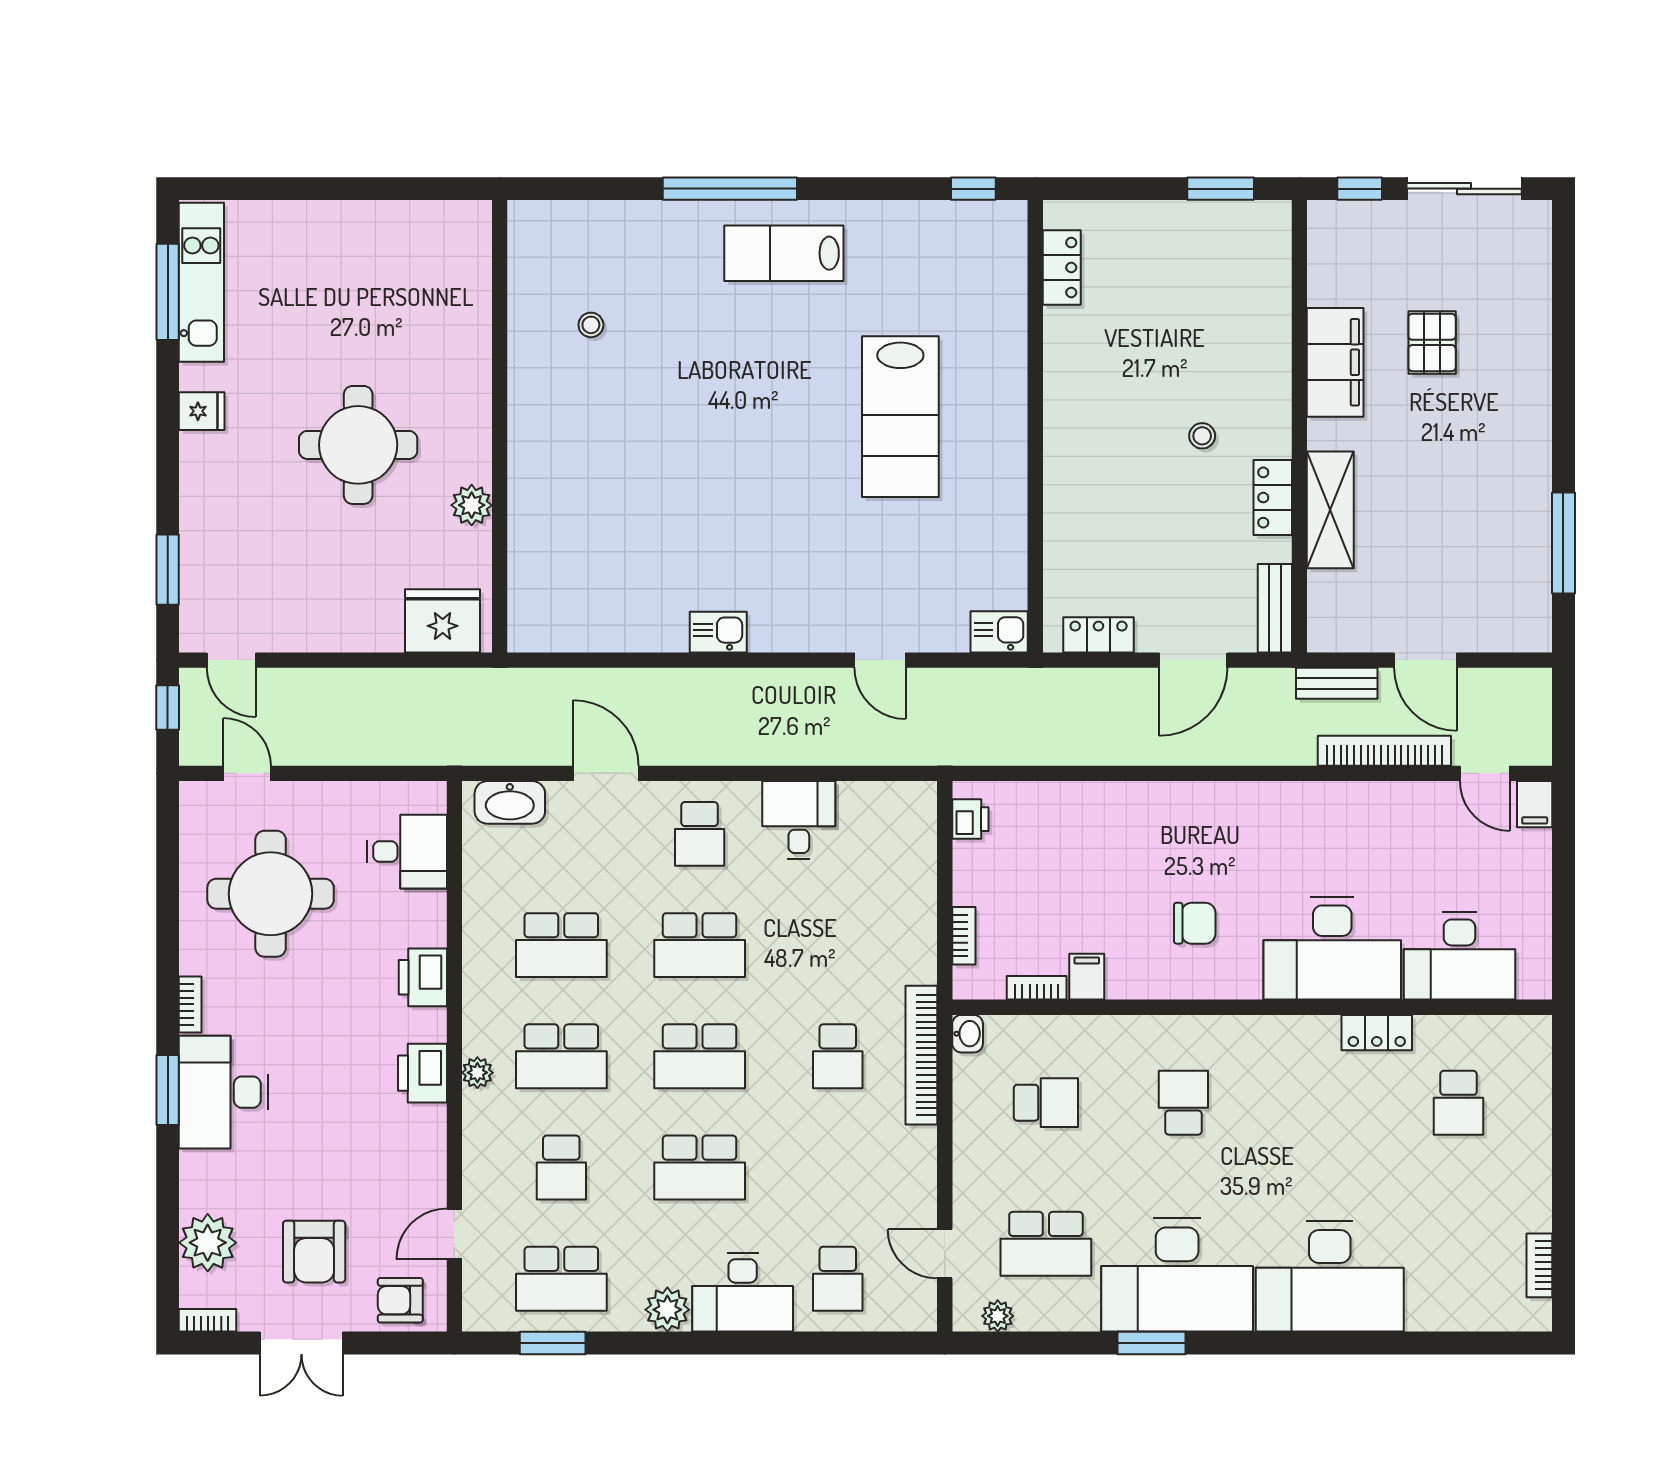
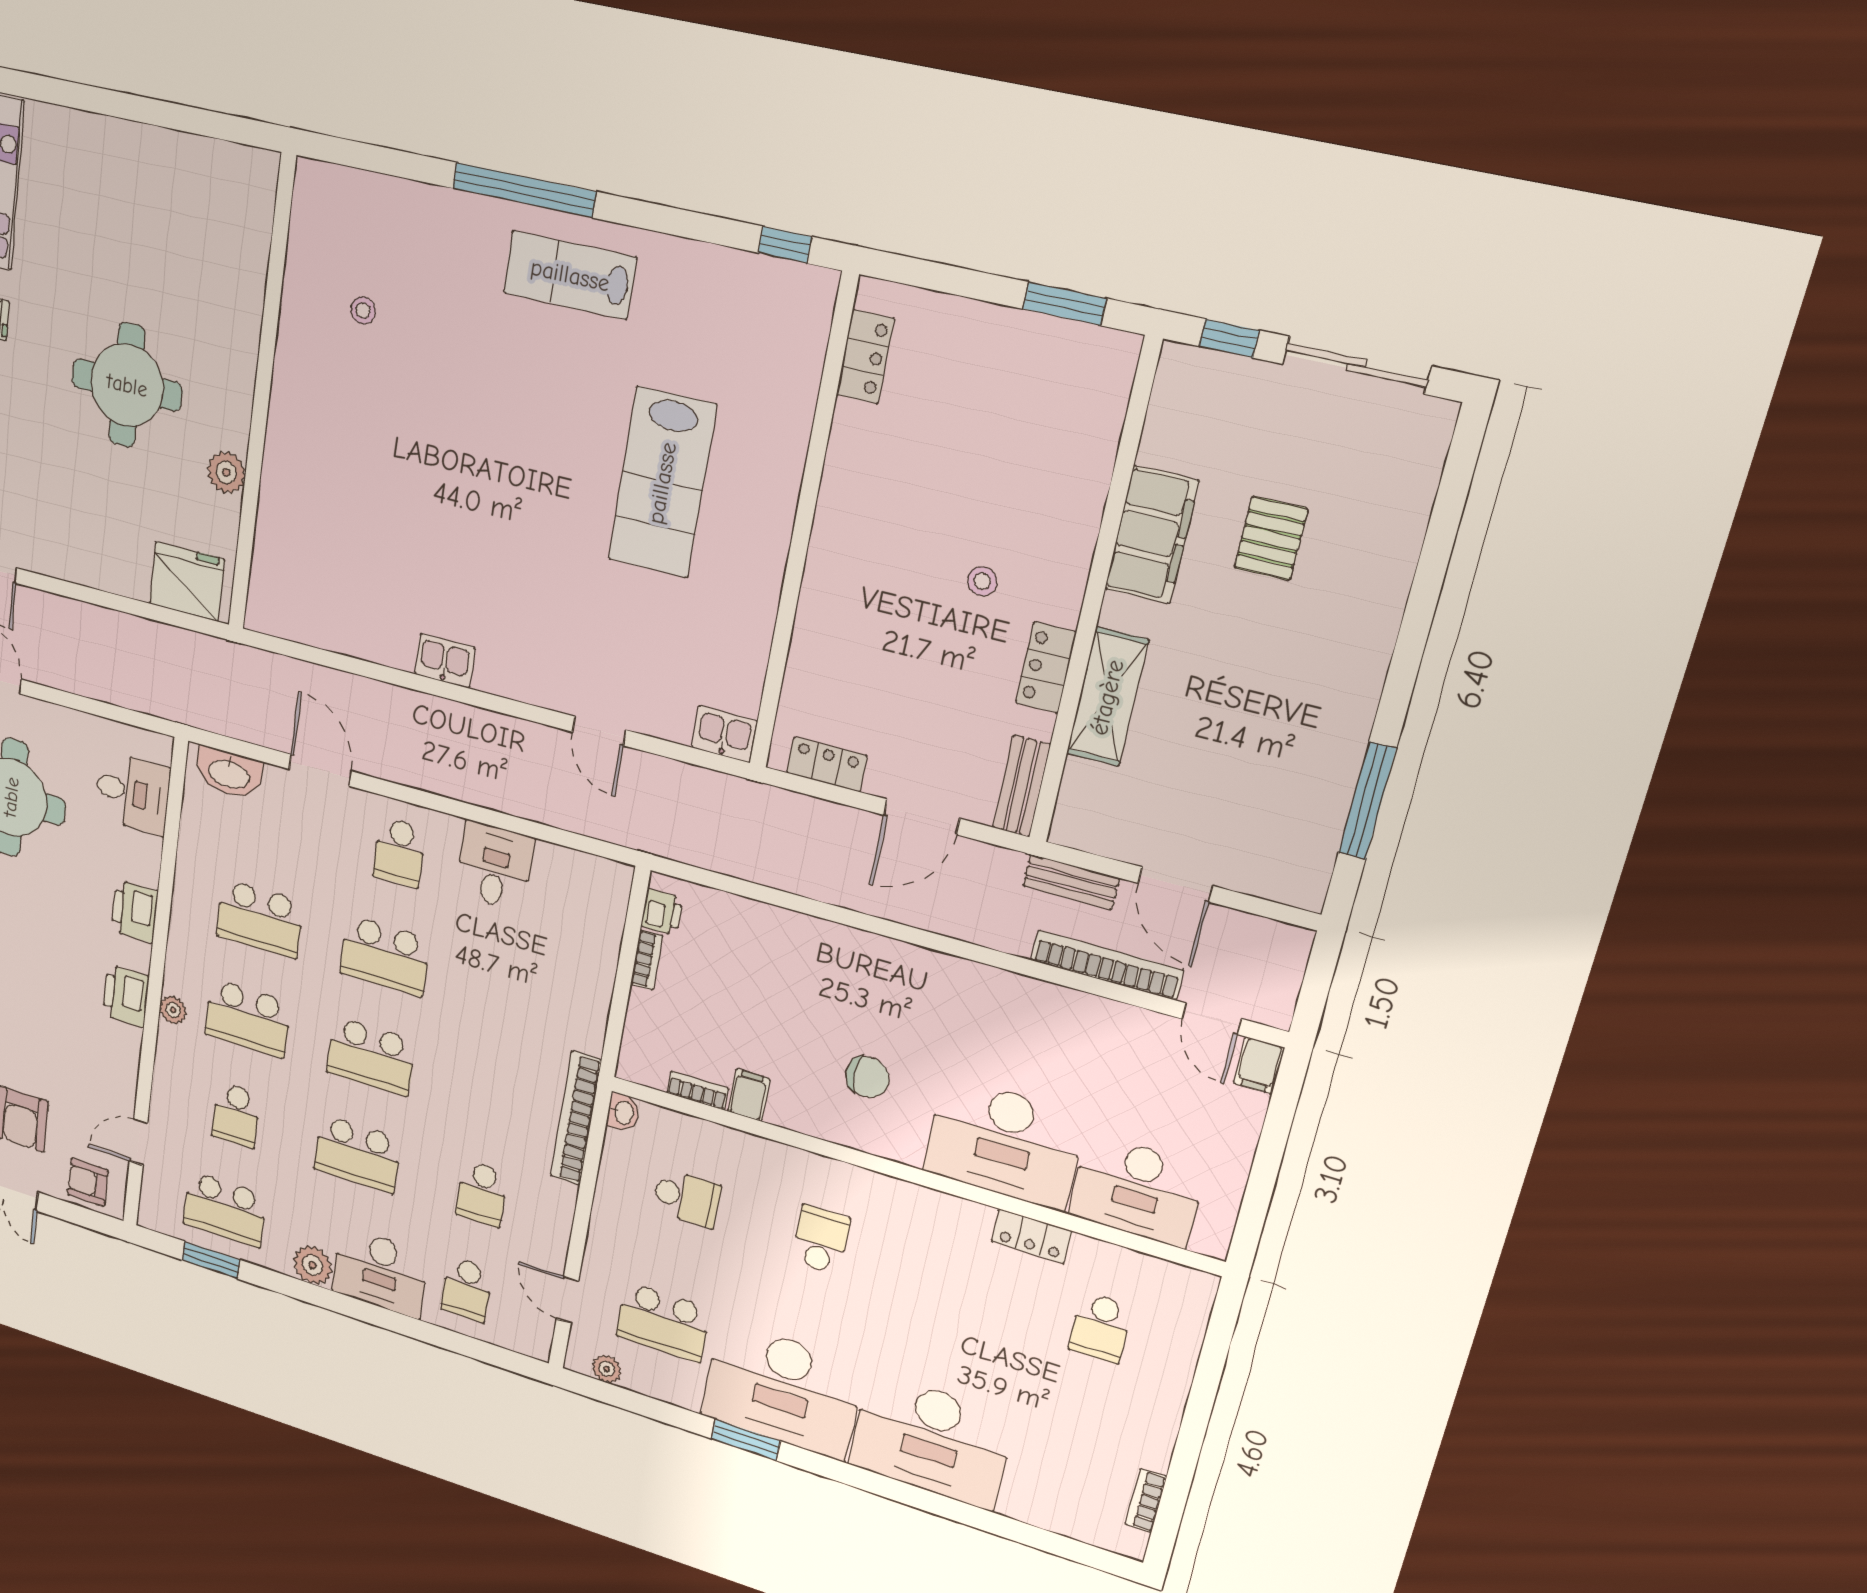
bookcase: (964, 936) -> (647, 960), moved
school desk: (838, 1056) -> (482, 1194), moved

